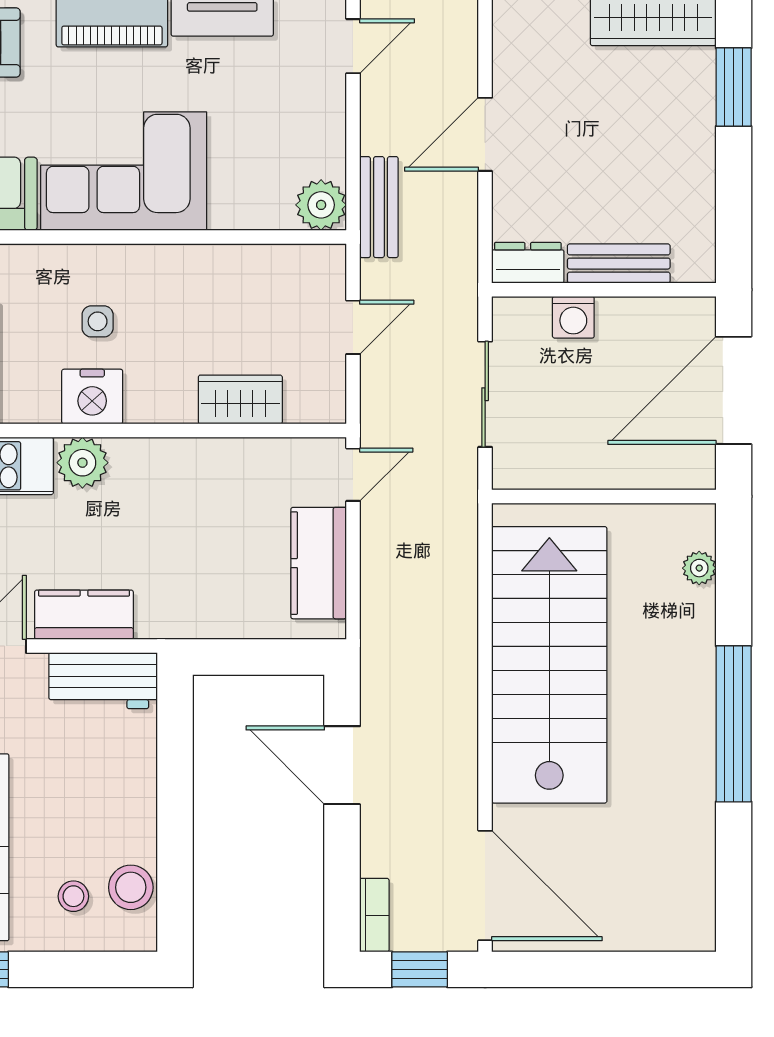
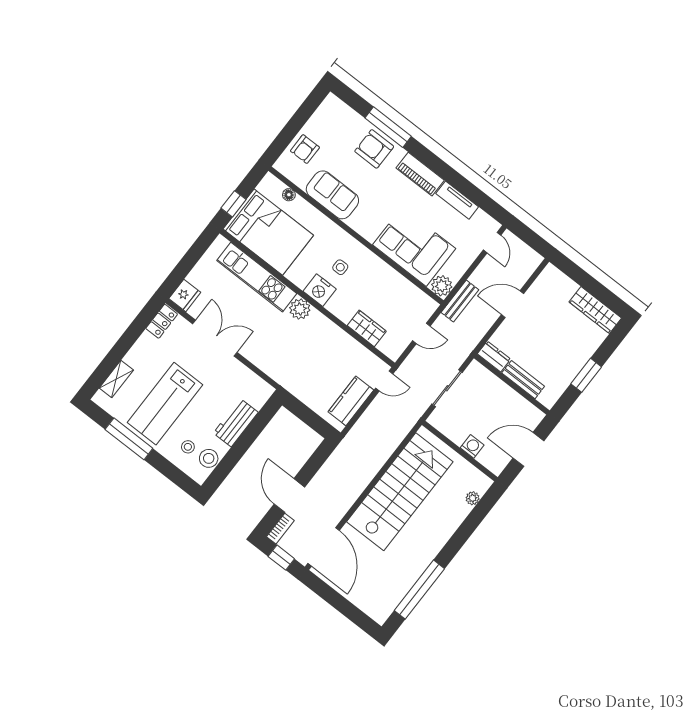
door: (353, 46) -> (492, 243), hinge flipped
window: (734, 87) -> (586, 375), moved
corner sofa: (124, 171) -> (414, 247), moved
washing machine: (573, 317) -> (472, 446), moved, turned 180
door: (734, 390) -> (528, 449), width x0.73
kitchen counter: (84, 615) -> (262, 359), removed
workbench: (103, 681) -> (236, 423), moved, turned 90
window: (734, 724) -> (419, 590), moved
door: (342, 765) -> (289, 496), moved

